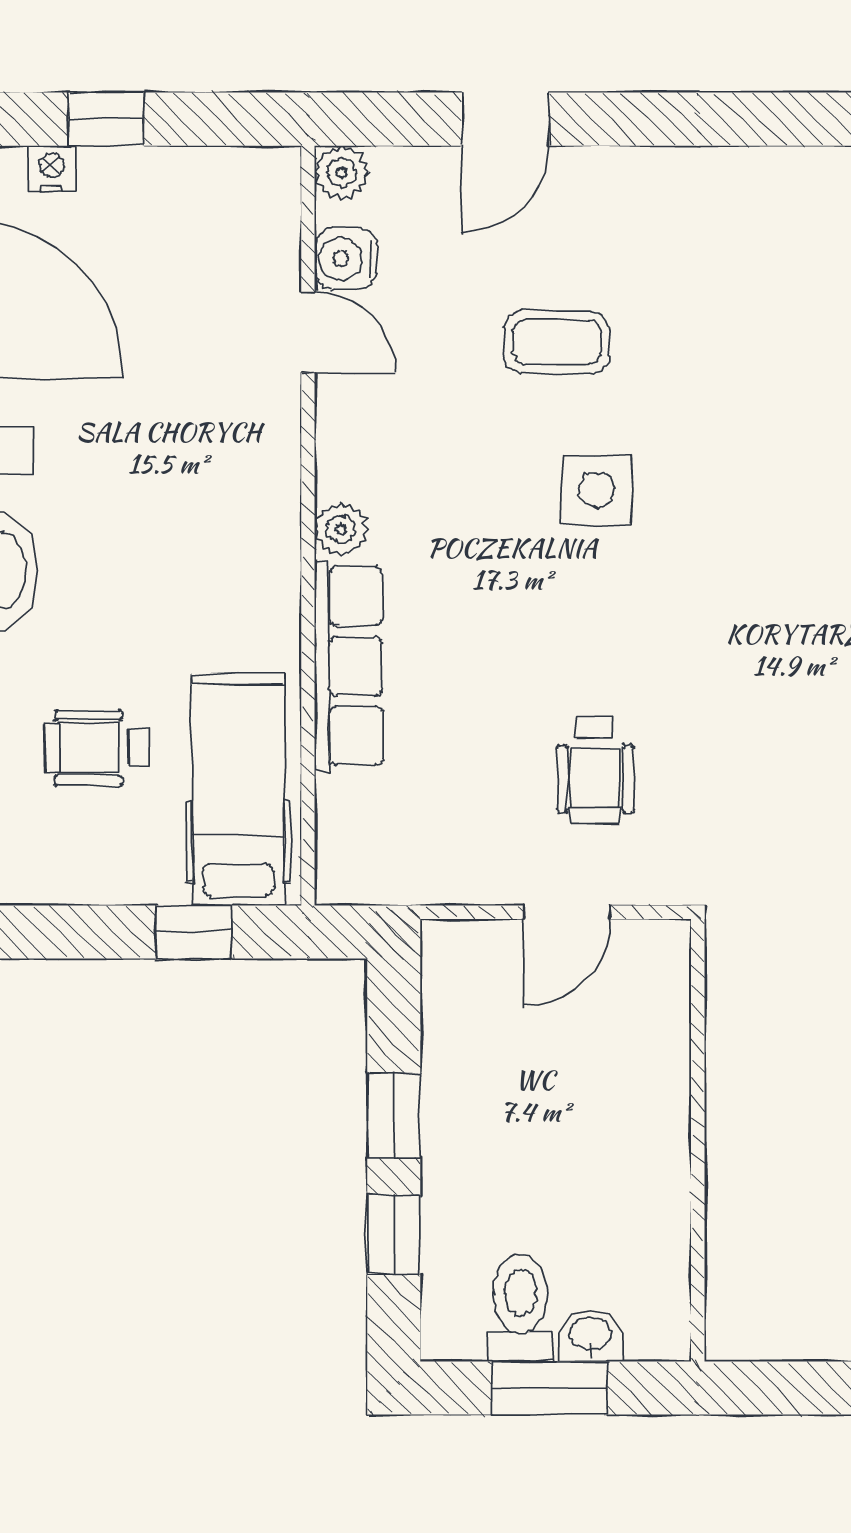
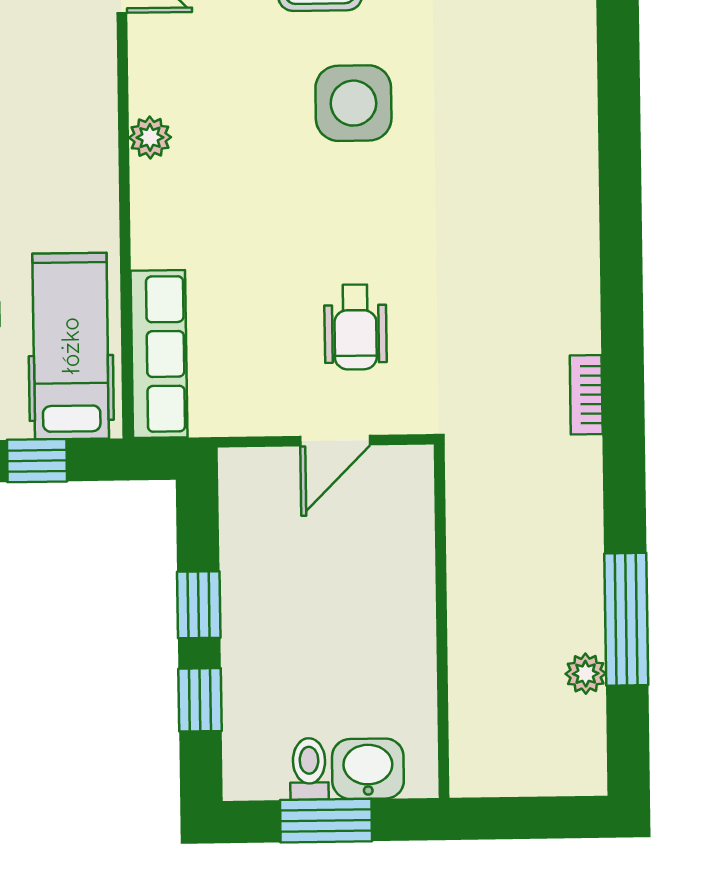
side table: (596, 490) -> (353, 103), width x1.37, depth x1.37
row of seats: (348, 666) -> (159, 354), moved
toilet: (520, 1308) -> (309, 769), width x0.73, depth x0.72
washbasin: (591, 1335) -> (368, 769), width x1.38, depth x1.45

